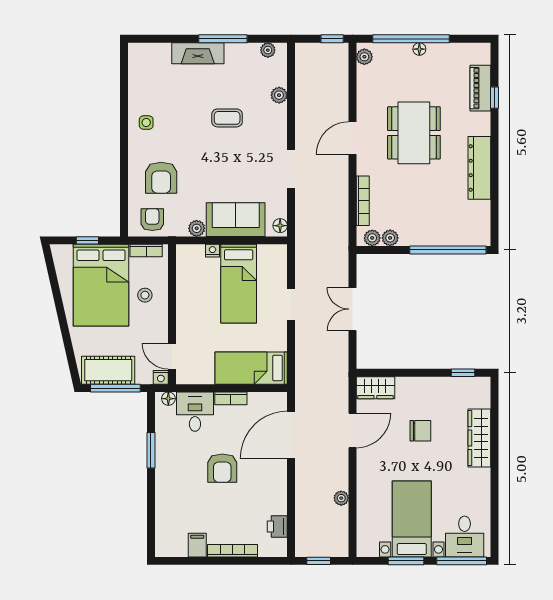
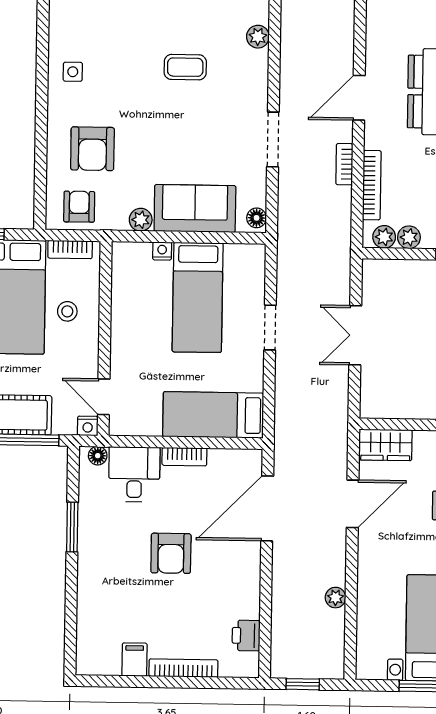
bookcase: (343, 186) -> (344, 164), added

